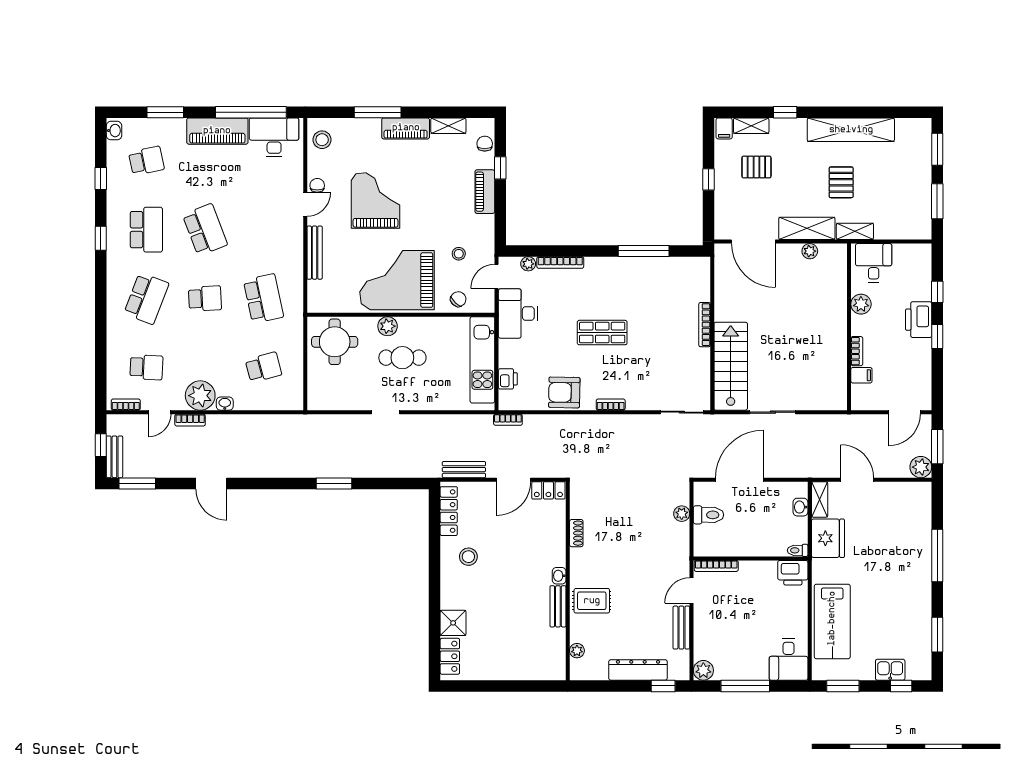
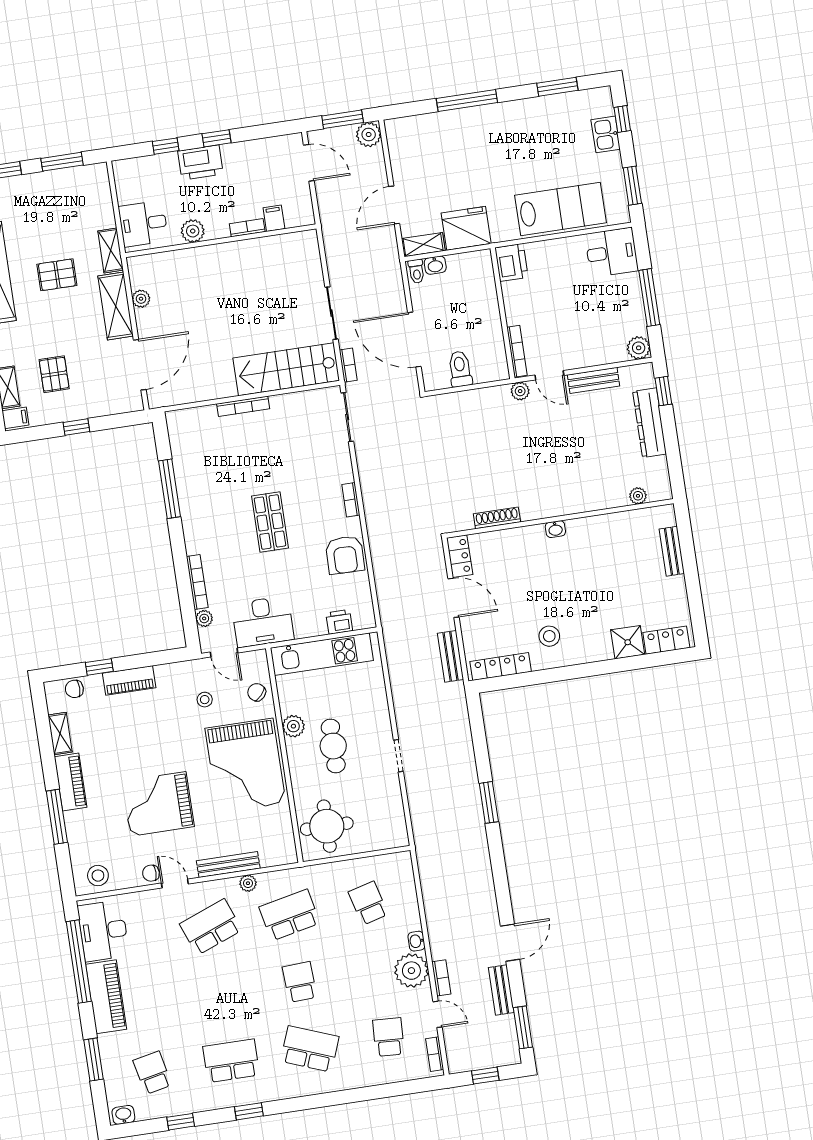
school desk: (205, 230) -> (211, 927), moved
plant: (296, 267) -> (248, 883), added
plant: (388, 326) -> (293, 726), moved
bookcase: (508, 420) -> (348, 365), moved
bench: (114, 457) -> (501, 990), moved, turned 90
plant: (682, 514) -> (520, 391), moved
shoe rack: (576, 533) -> (497, 518), width x1.43
toilet: (798, 550) -> (416, 271), moved
rug: (592, 601) -> (578, 487), removed
bench: (558, 606) -> (672, 551), moved, turned 90

